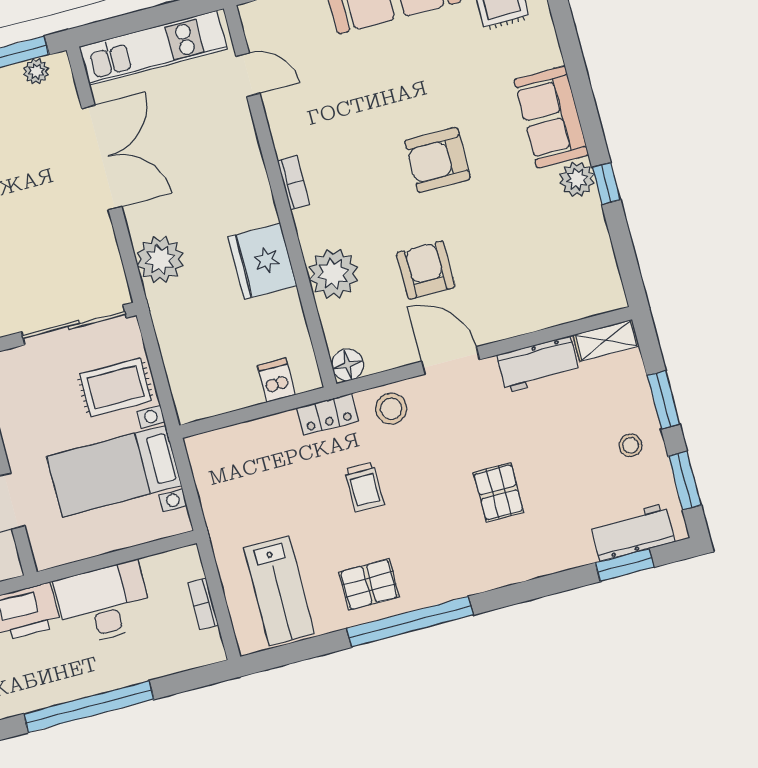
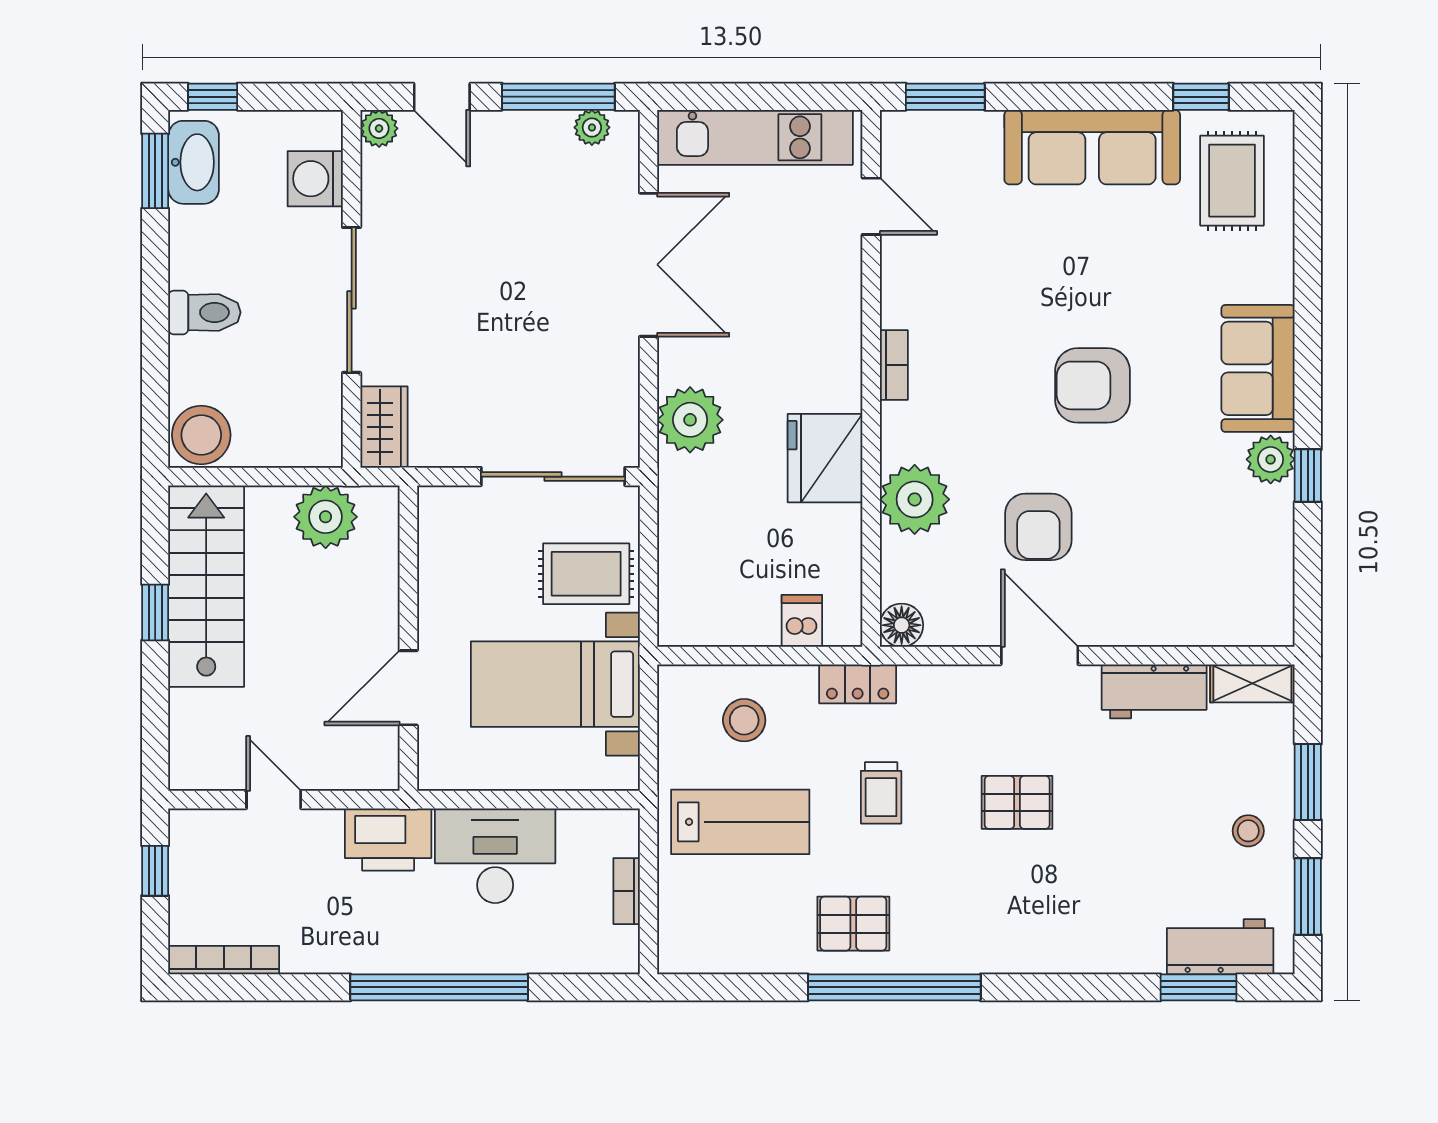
armchair: (426, 270) -> (1038, 527), turned 180
stool: (391, 409) -> (744, 720), moved
pallet: (499, 492) -> (1017, 802), moved, turned 90
lab bench: (279, 591) -> (740, 822), moved, turned -90

